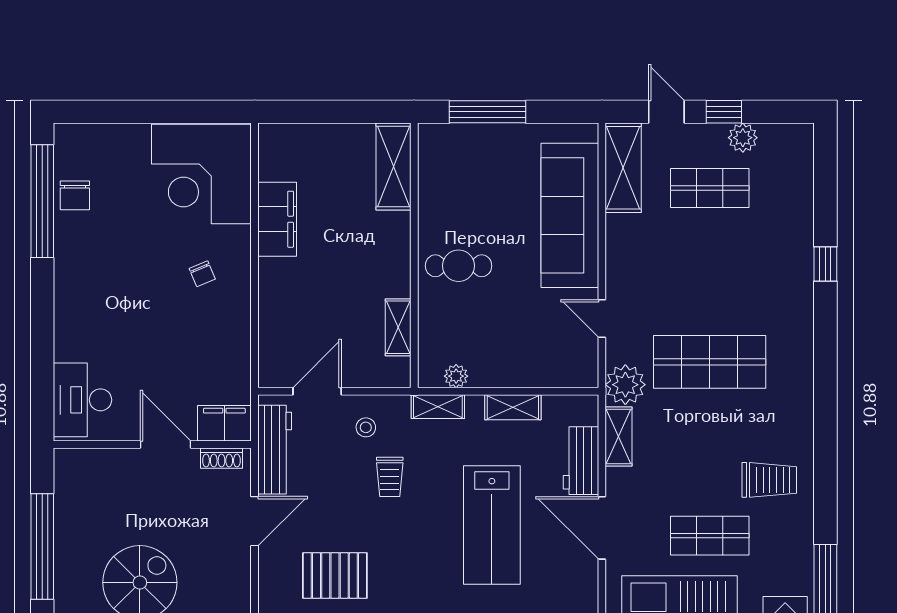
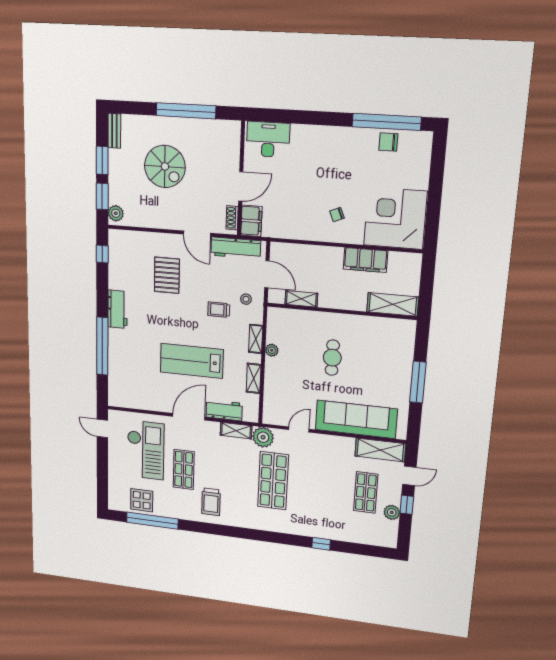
shelving: (393, 167) -> (393, 304), moved
wall: (414, 255) -> (341, 311), moved
shelving: (398, 327) -> (301, 299), moved

